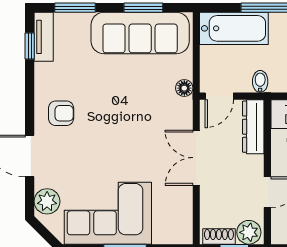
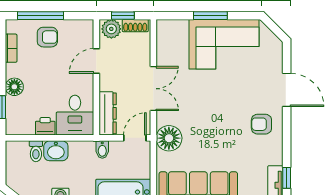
floor lamp: (184, 88) -> (169, 138), width x1.89, depth x1.89
plant: (47, 201) -> (273, 54), removed

